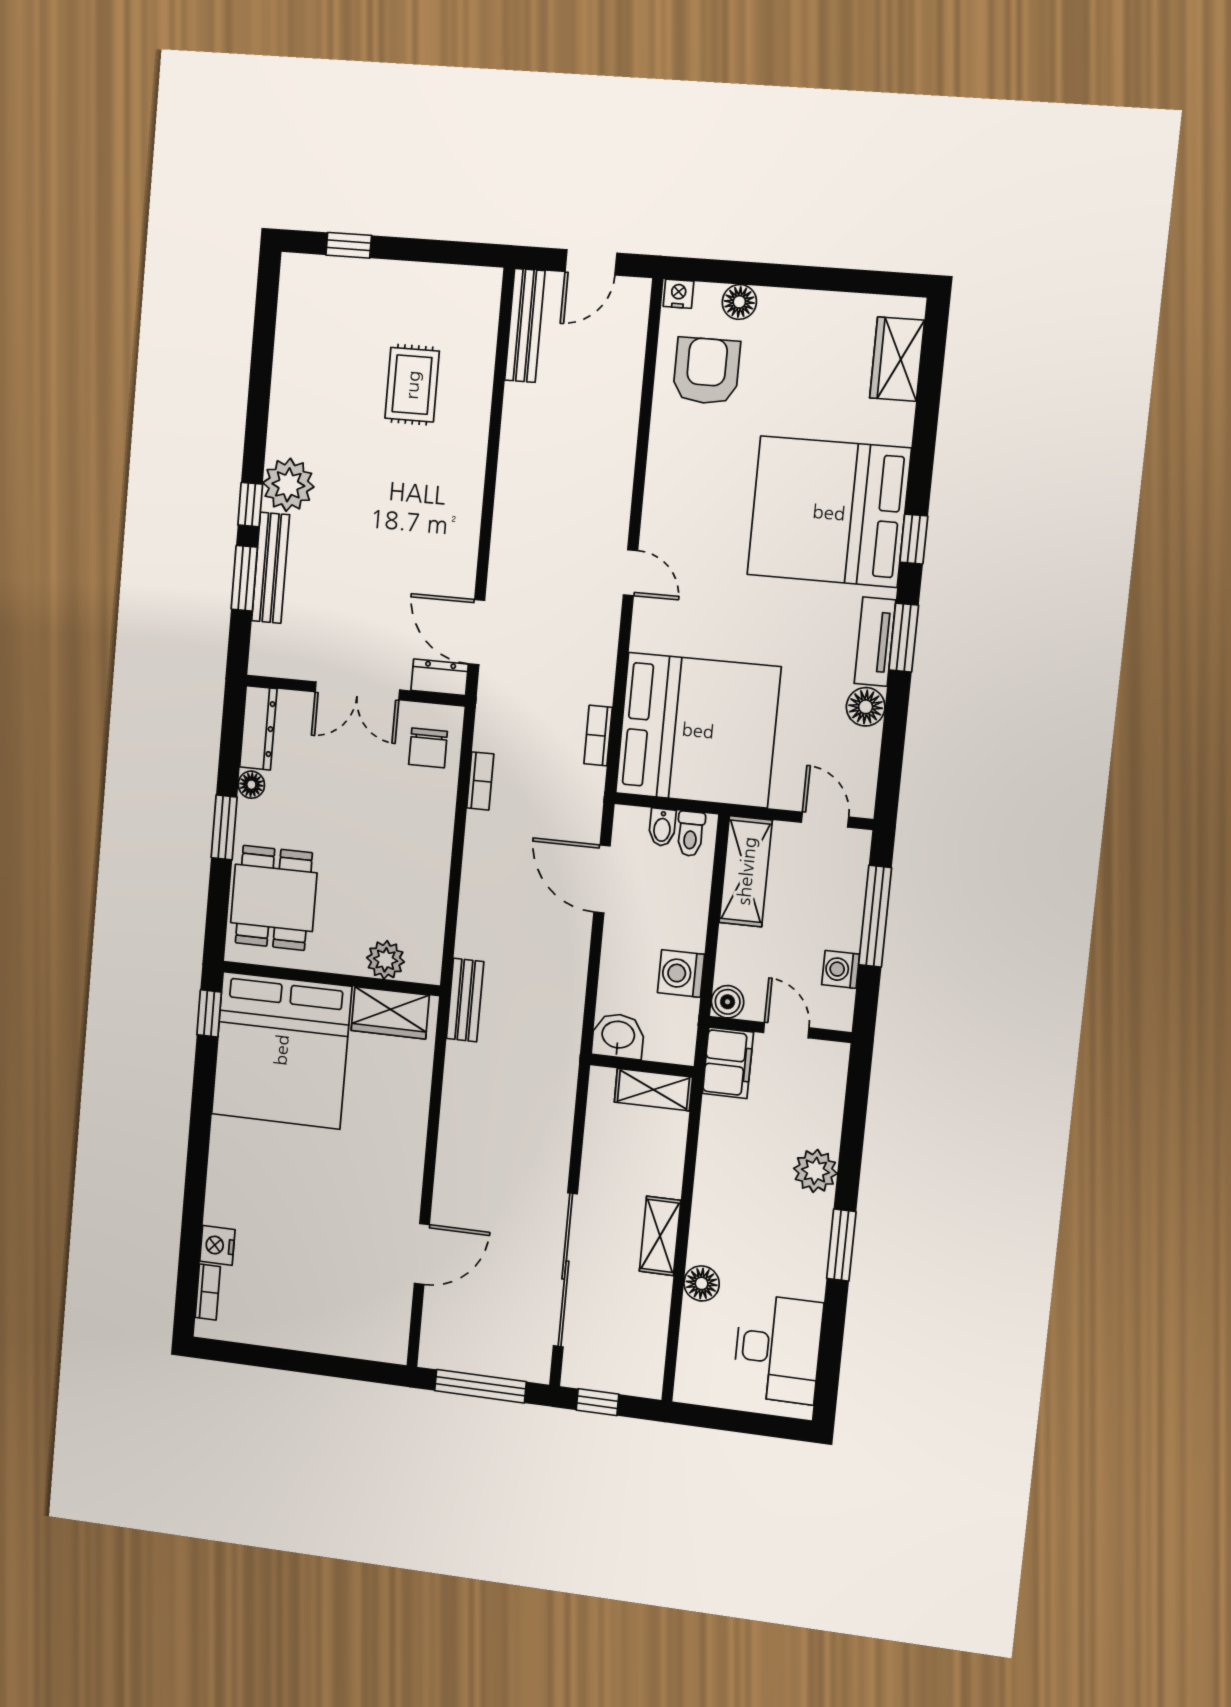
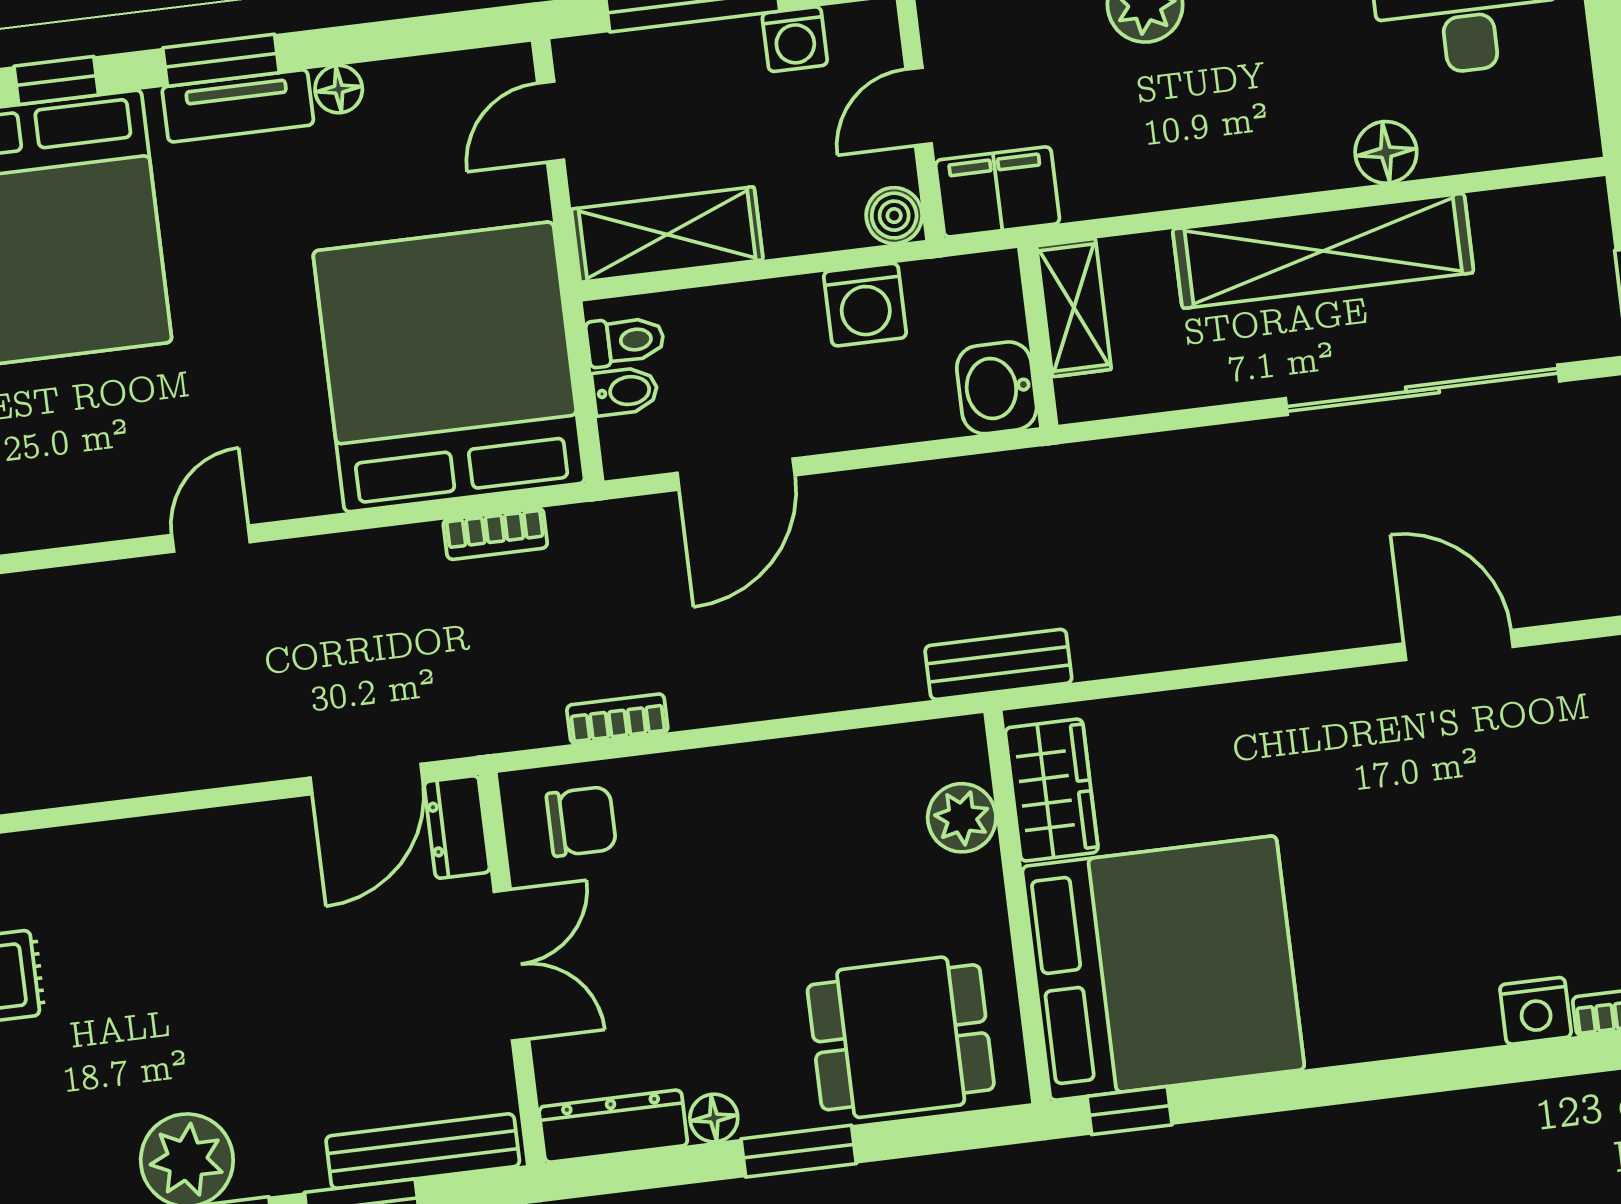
bench: (271, 568) -> (423, 1151), moved
floor lamp: (866, 707) -> (339, 89), width x0.73, depth x0.73
shelving: (660, 1236) -> (1323, 251), width x2.20, depth x1.33

